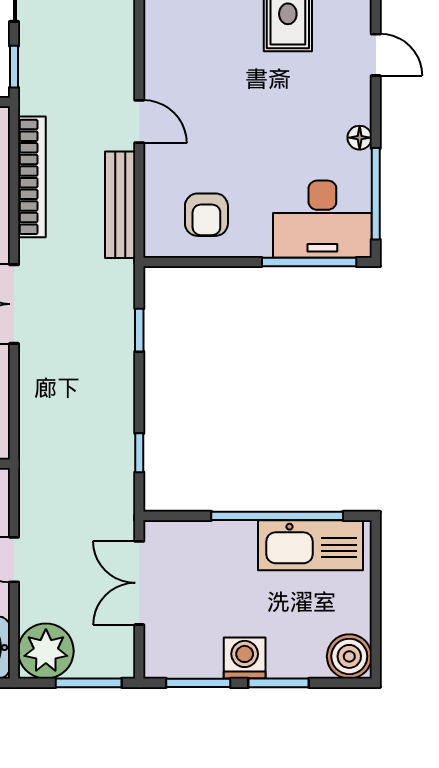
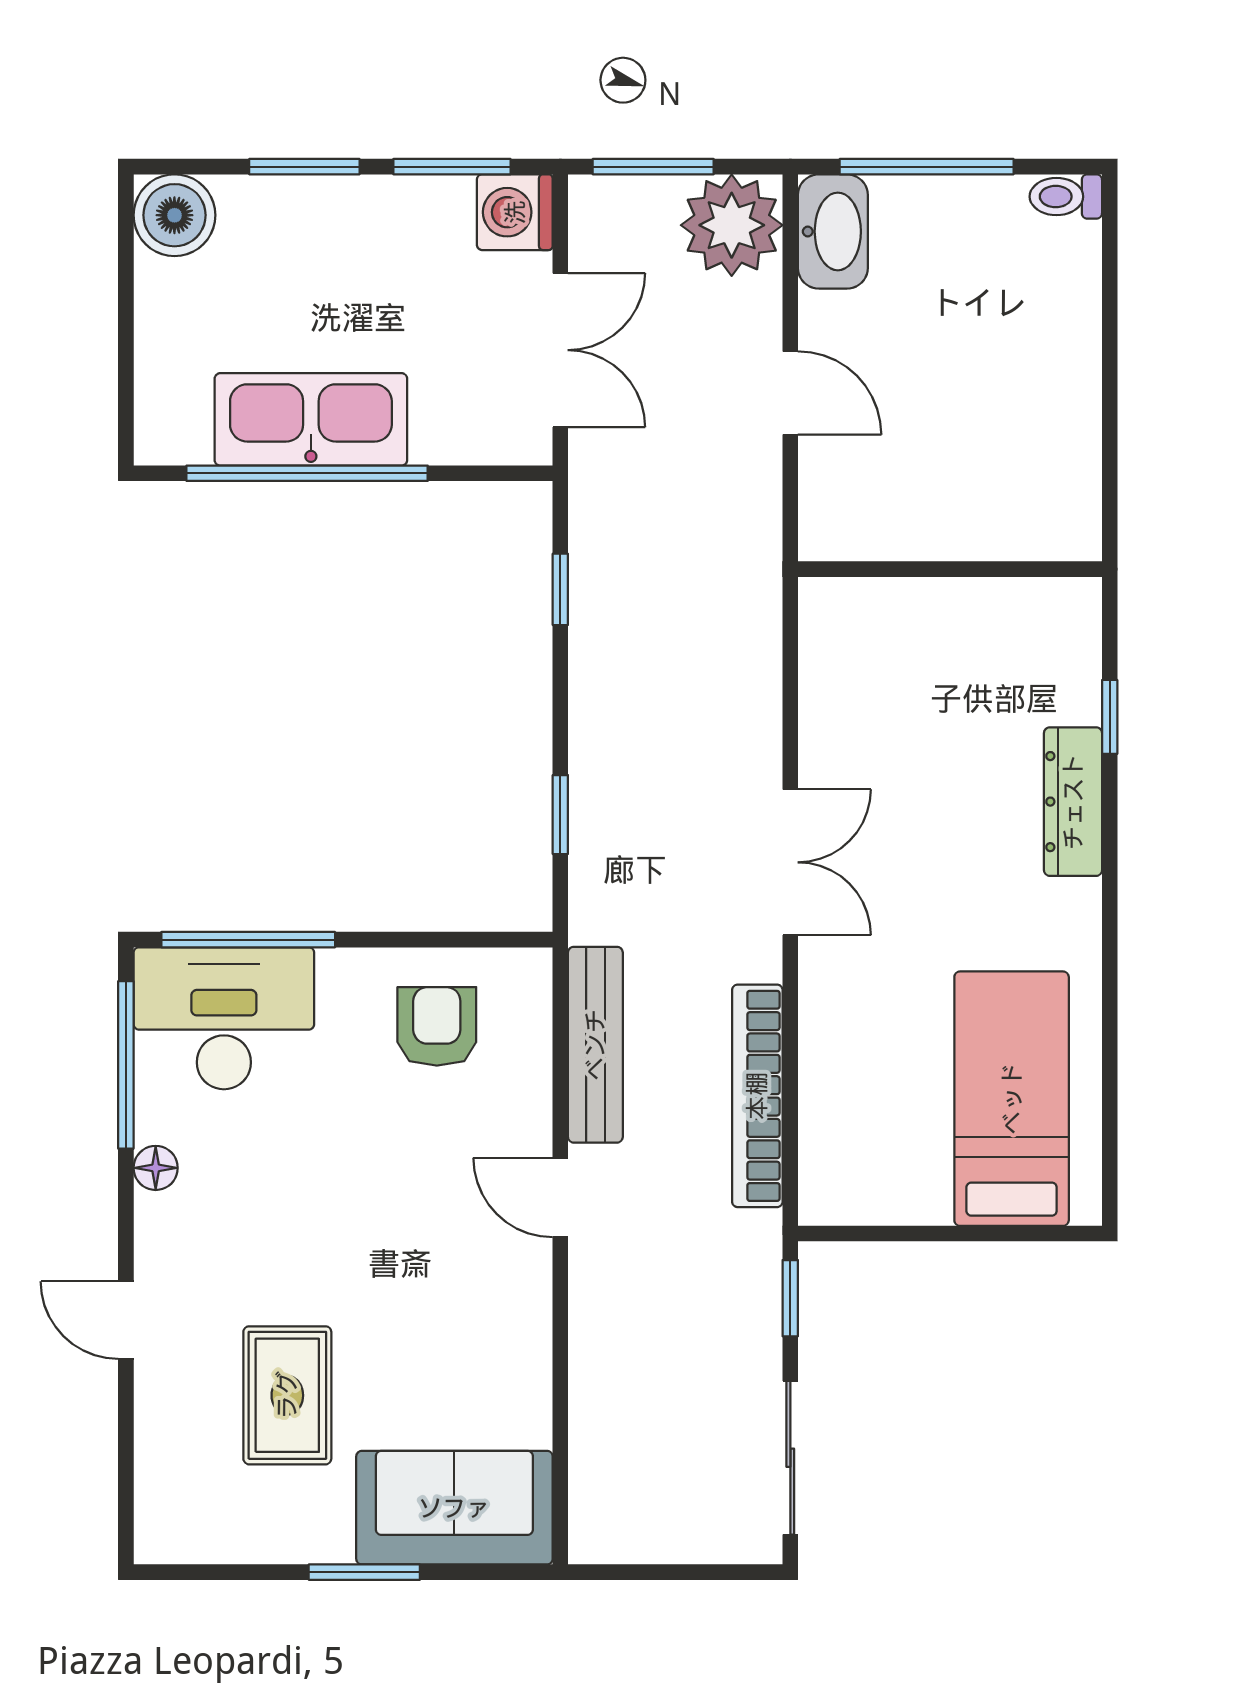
kitchen sink: (310, 545) -> (311, 419), moved
washing machine: (245, 658) -> (515, 212), moved, turned 90

